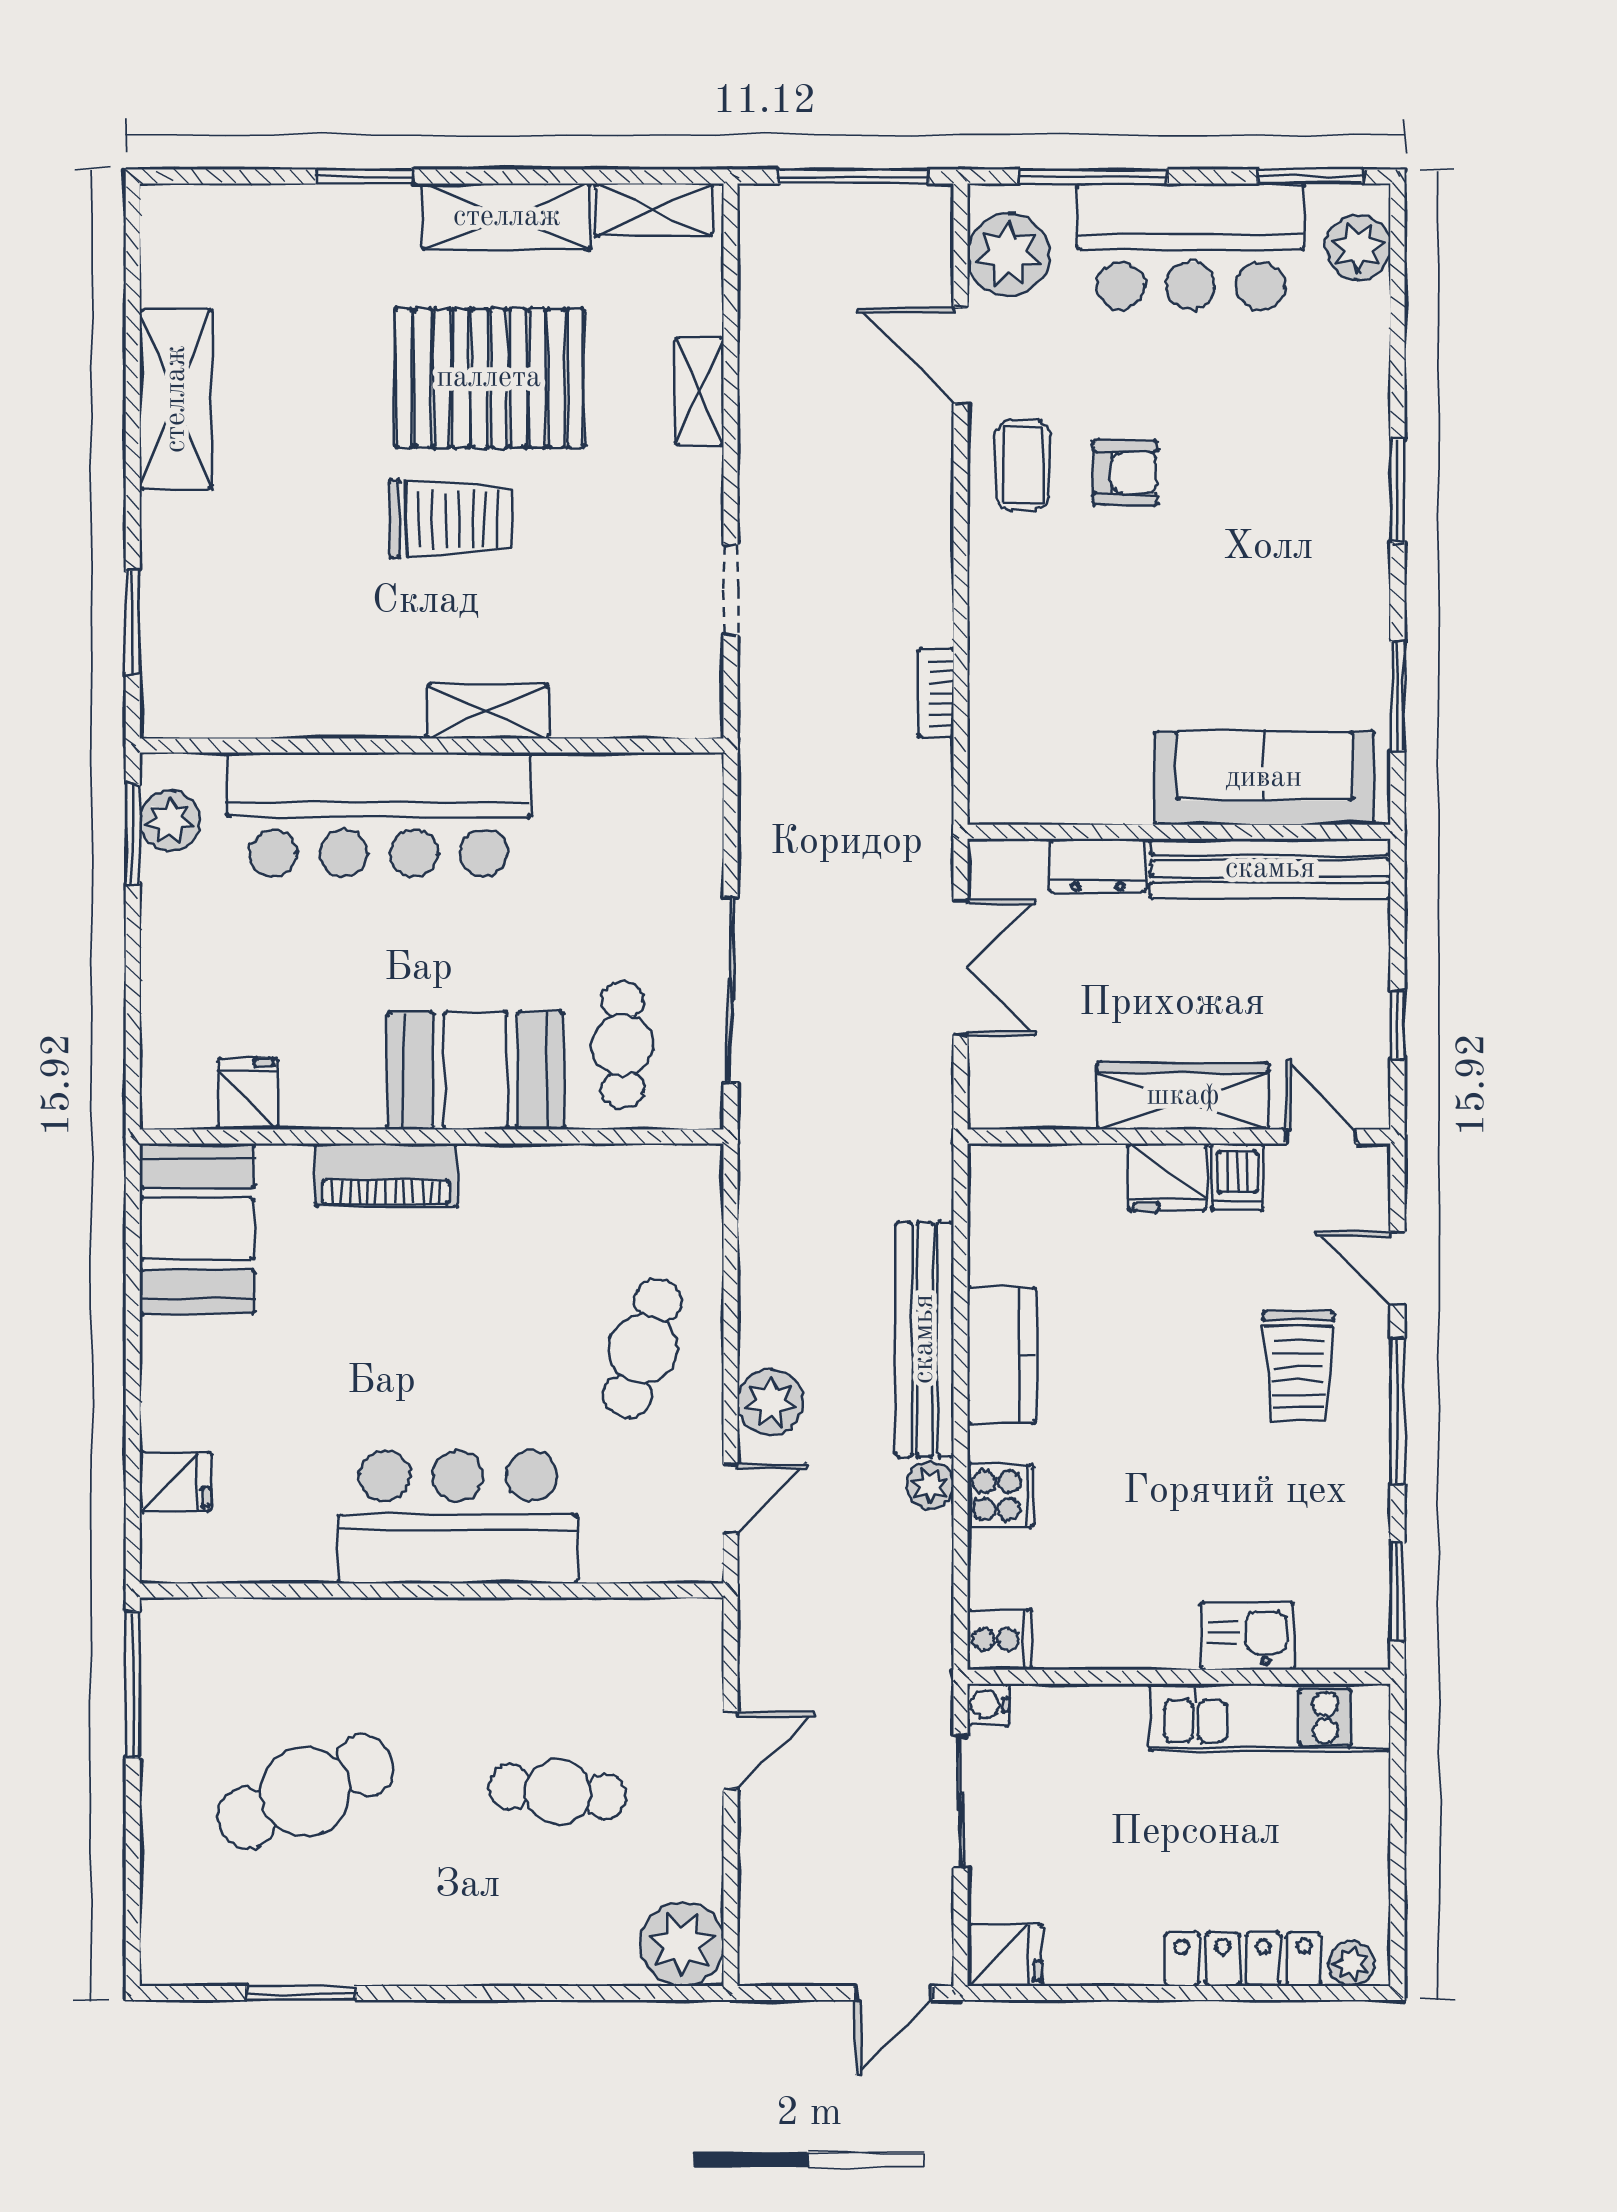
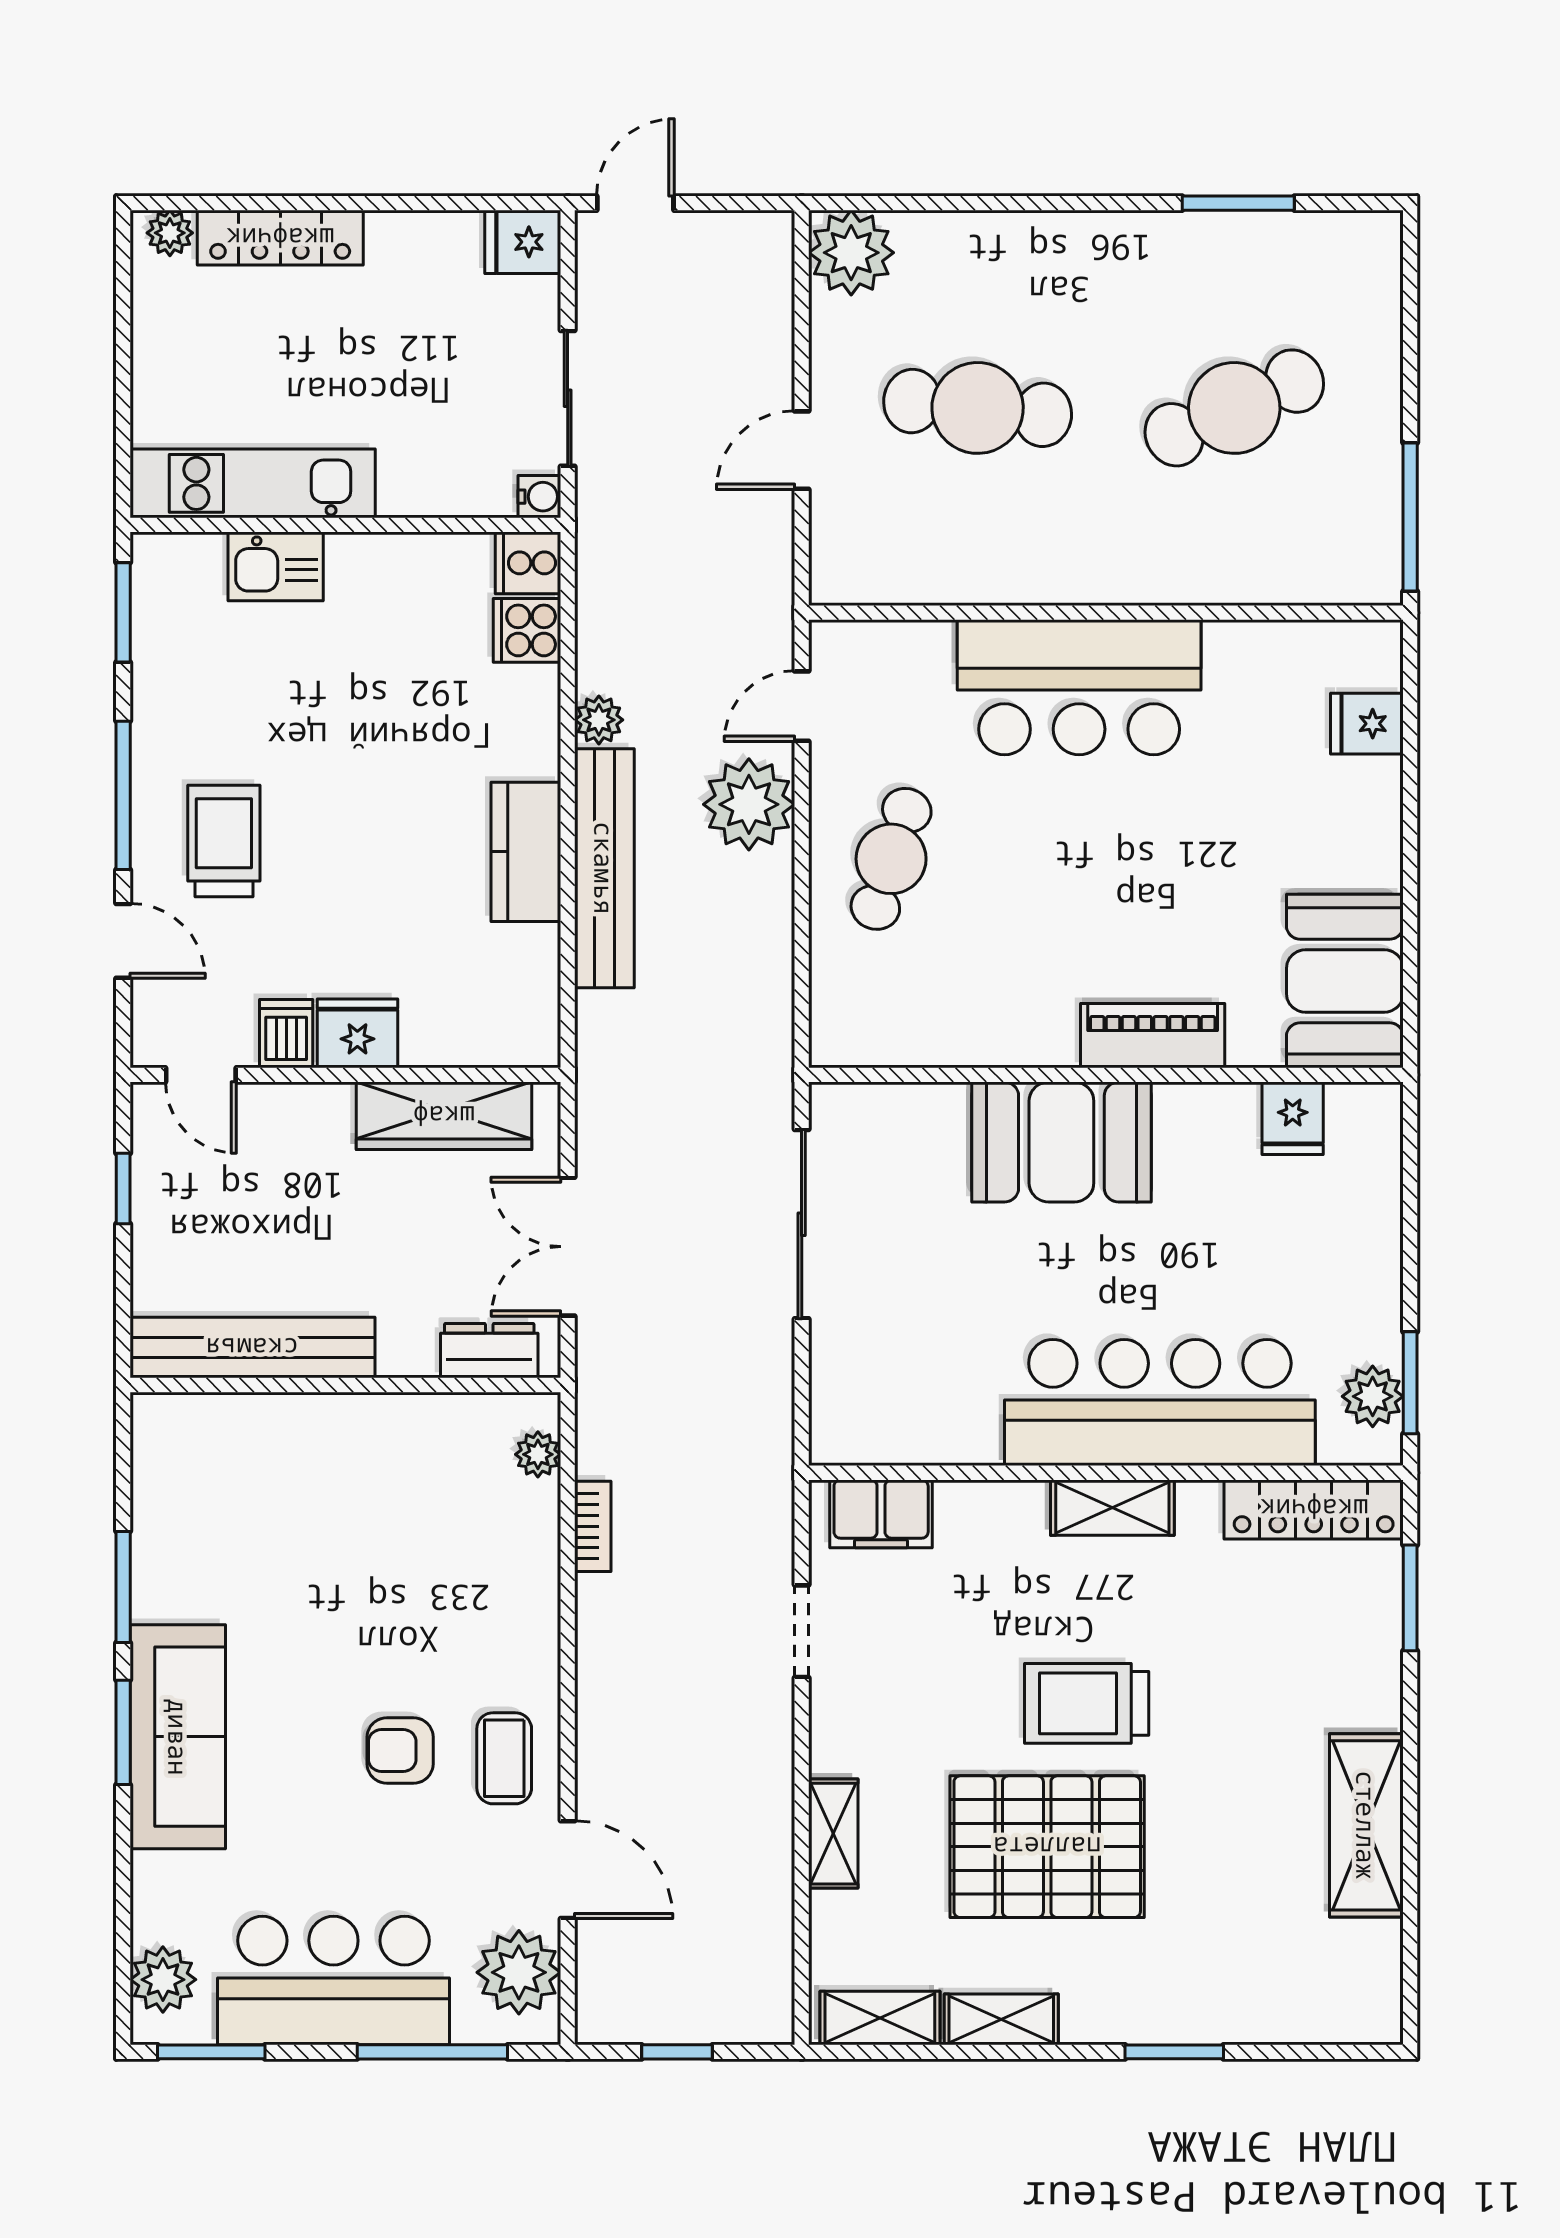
window: (853, 176) -> (677, 2052), width x0.46
shelving: (507, 217) -> (1001, 2019), width x0.67, depth x0.75
window: (1397, 696) -> (123, 1587), moved
filing cabinet: (653, 705) -> (881, 1514), added
locker: (228, 710) -> (1314, 1509), added
shelving: (487, 711) -> (1112, 1508), moved
plant: (990, 764) -> (538, 1454), added
sofa: (1264, 778) -> (178, 1737), moved, turned -90
dresser: (1098, 866) -> (489, 1351), moved
cafe table: (623, 1045) -> (912, 1168), removed
wardrobe: (1183, 1096) -> (444, 1116), moved
plant: (770, 1402) -> (749, 804), width x1.36, depth x1.36
cooker: (1001, 1496) -> (527, 630), moved
cafe table: (558, 1792) -> (978, 408), width x1.37, depth x1.35

